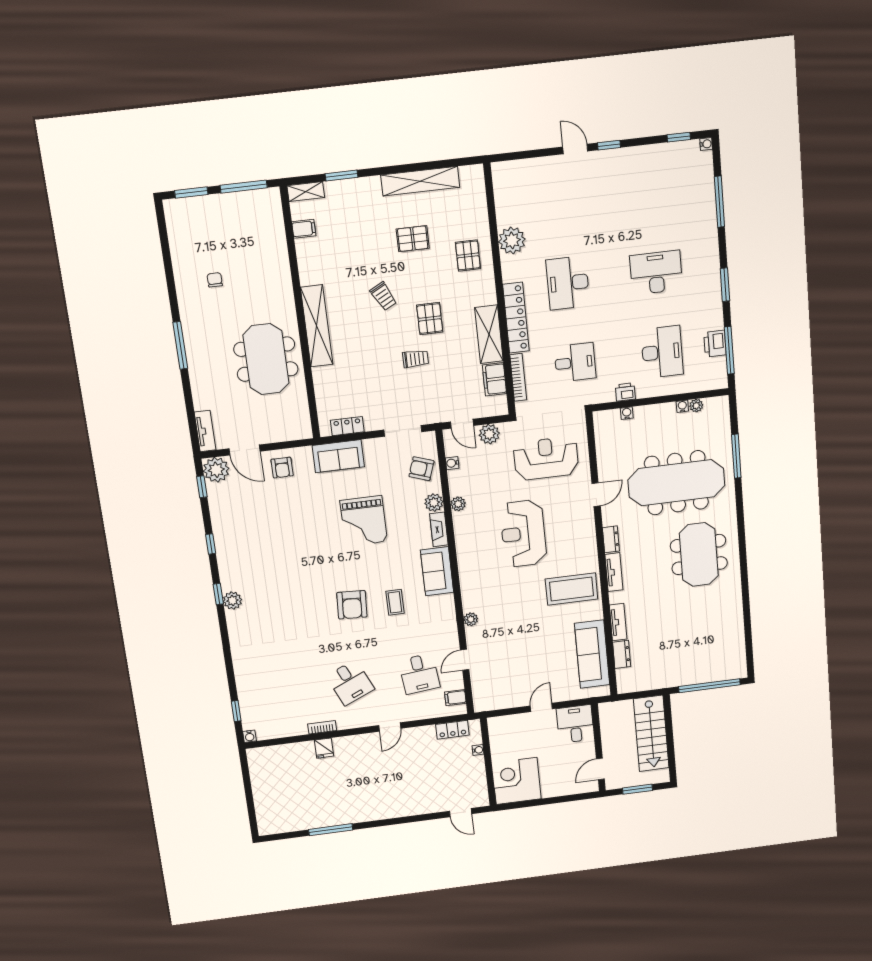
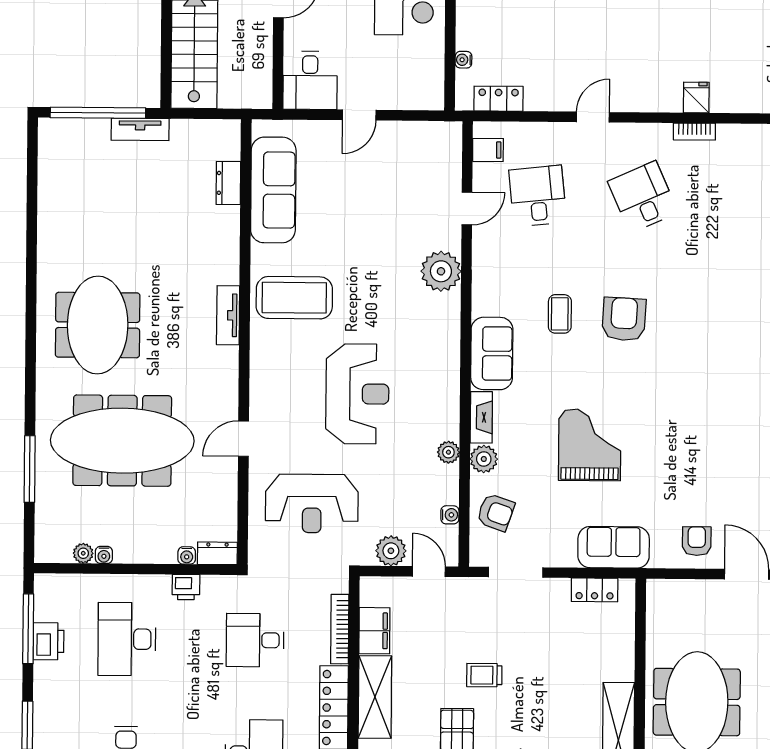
dresser: (611, 539) -> (217, 553), moved, turned 90
plant: (471, 619) -> (441, 271), width x1.88, depth x1.88
tv unit: (618, 622) -> (140, 129), moved, turned -90

